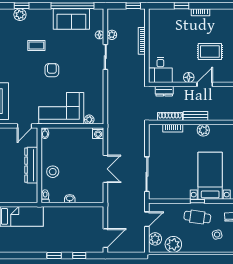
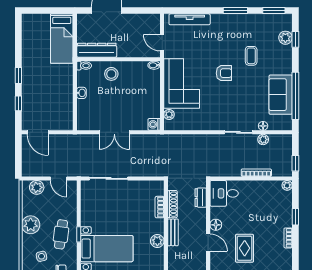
plant: (153, 13) -> (287, 185), added
dresser: (31, 165) -> (97, 50), moved
plant: (173, 244) -> (31, 225), moved

